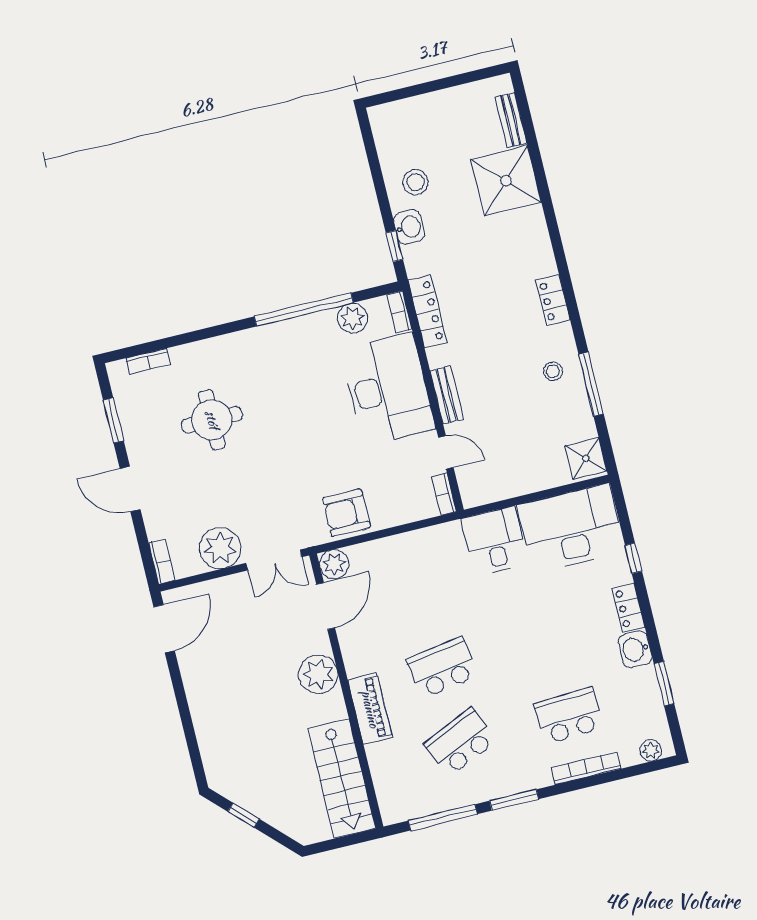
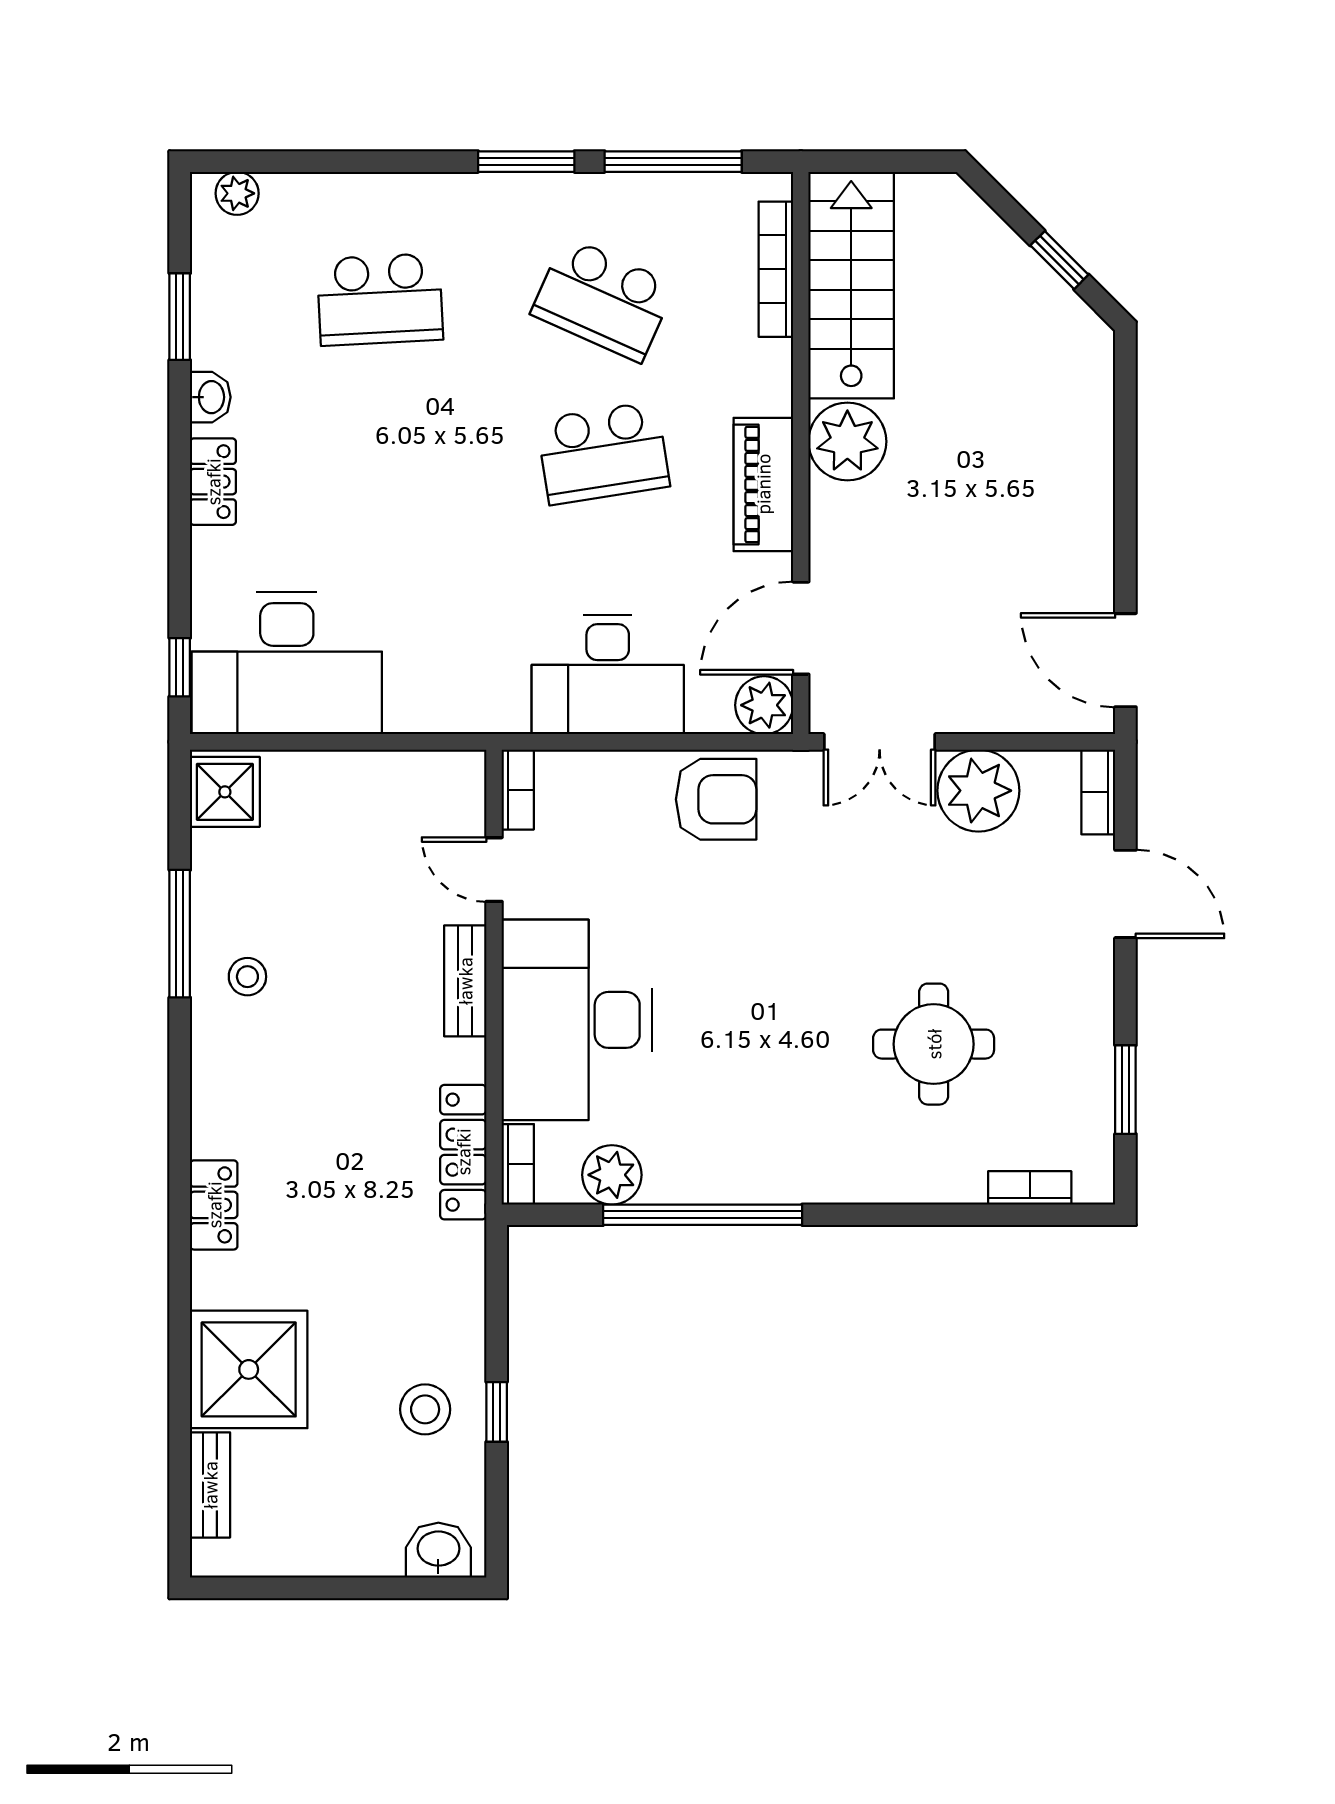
washbasin: (409, 227) -> (438, 1550), moved, turned 90
window: (394, 246) -> (497, 1412), moved
locker: (553, 300) -> (214, 1205), moved
door: (130, 489) -> (1125, 894), moved
desk: (495, 541) -> (608, 674), moved, width x1.37
window: (633, 558) -> (180, 667), moved
double door: (274, 560) -> (880, 742), swing flipped
door: (164, 629) -> (1125, 660), hinge flipped
washbasin: (635, 649) -> (210, 397), width x0.72, depth x0.69
plant: (318, 674) -> (847, 442), moved
piano: (370, 709) -> (763, 484), moved
school desk: (460, 742) -> (603, 299), turned 48
bookcase: (586, 768) -> (776, 269), moved, turned 90

